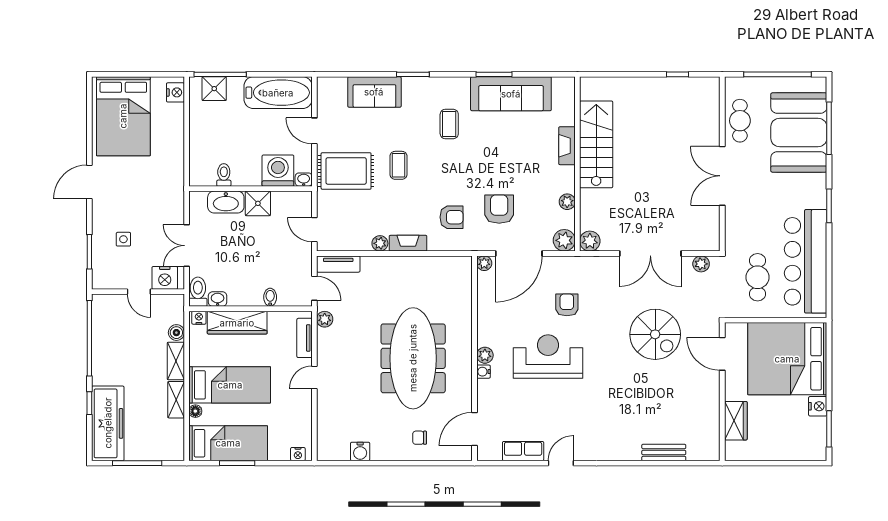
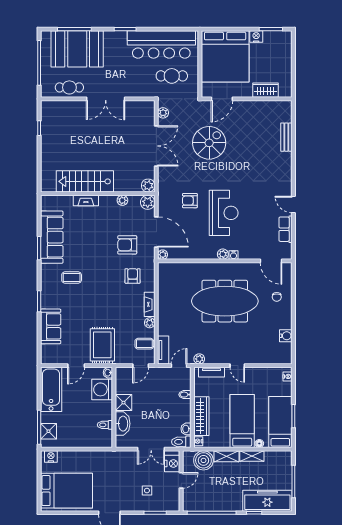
coffee table: (398, 165) -> (144, 344), moved
boiler: (176, 333) -> (203, 460), width x1.86, depth x1.86
reception desk: (548, 356) -> (224, 213), turned 180

